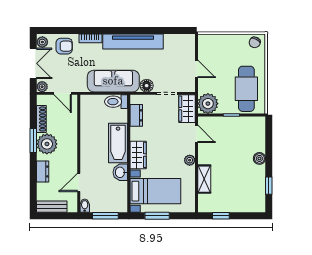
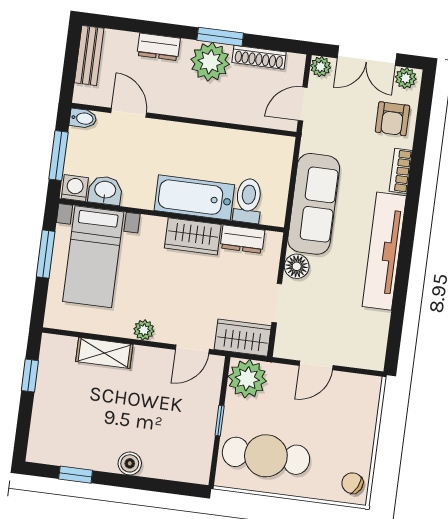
toilet: (116, 102) -> (248, 201), moved
wardrobe: (138, 155) -> (193, 236), moved
washbasin: (120, 172) -> (105, 190), moved
washing machine: (121, 205) -> (75, 188), added

